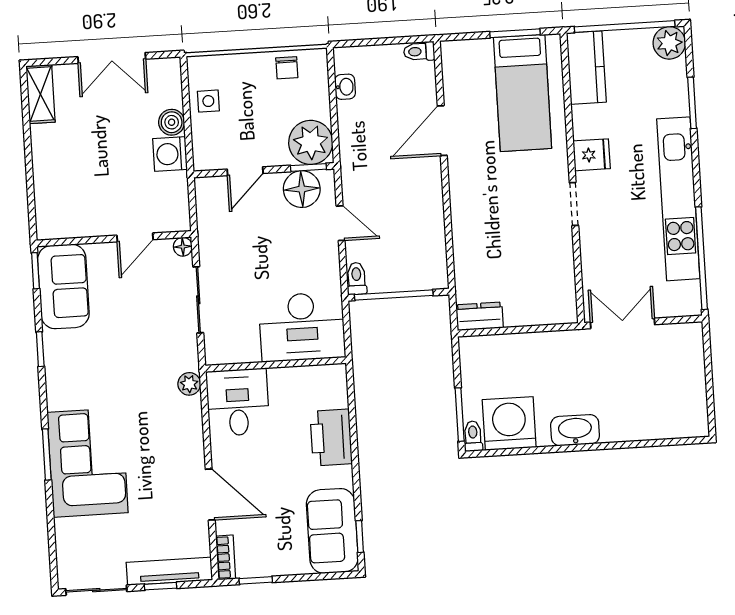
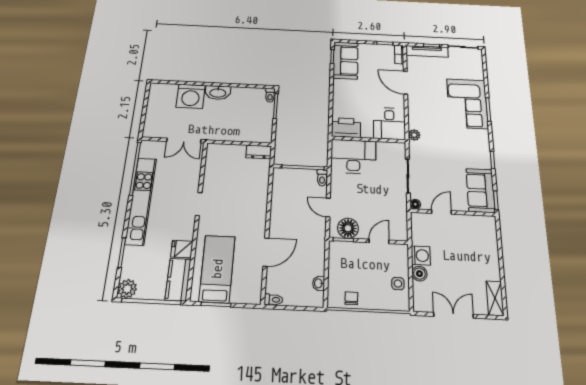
plant: (311, 142) -> (341, 254), removed
fridge: (592, 155) -> (182, 249), moved
washing machine: (509, 424) -> (191, 96), moved
printer: (331, 438) -> (346, 128), moved, turned -90

